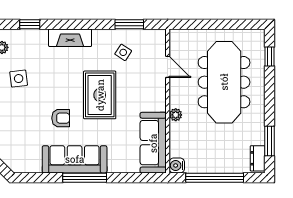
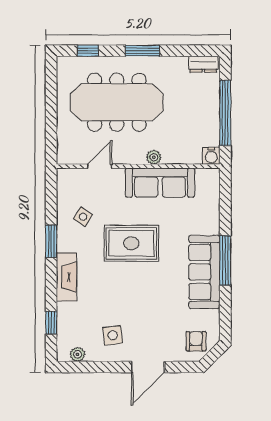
window: (129, 24) -> (51, 241), moved
armchair: (61, 118) -> (196, 341), moved
window: (269, 141) -> (142, 51), moved
sofa: (153, 143) -> (160, 183), moved

